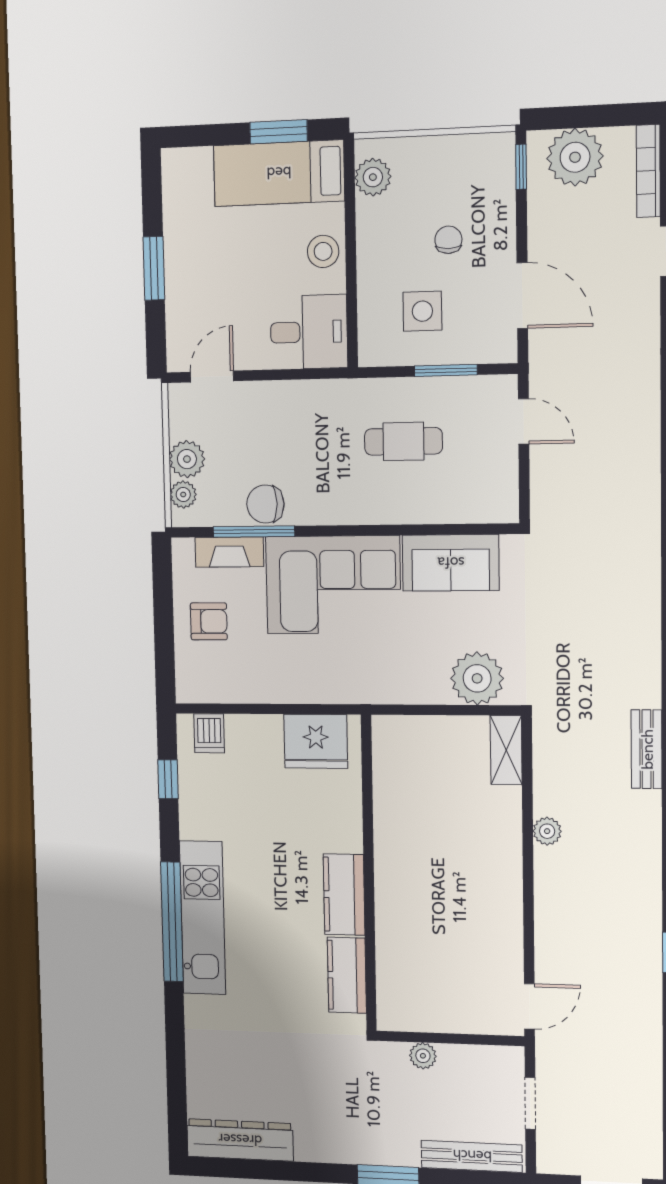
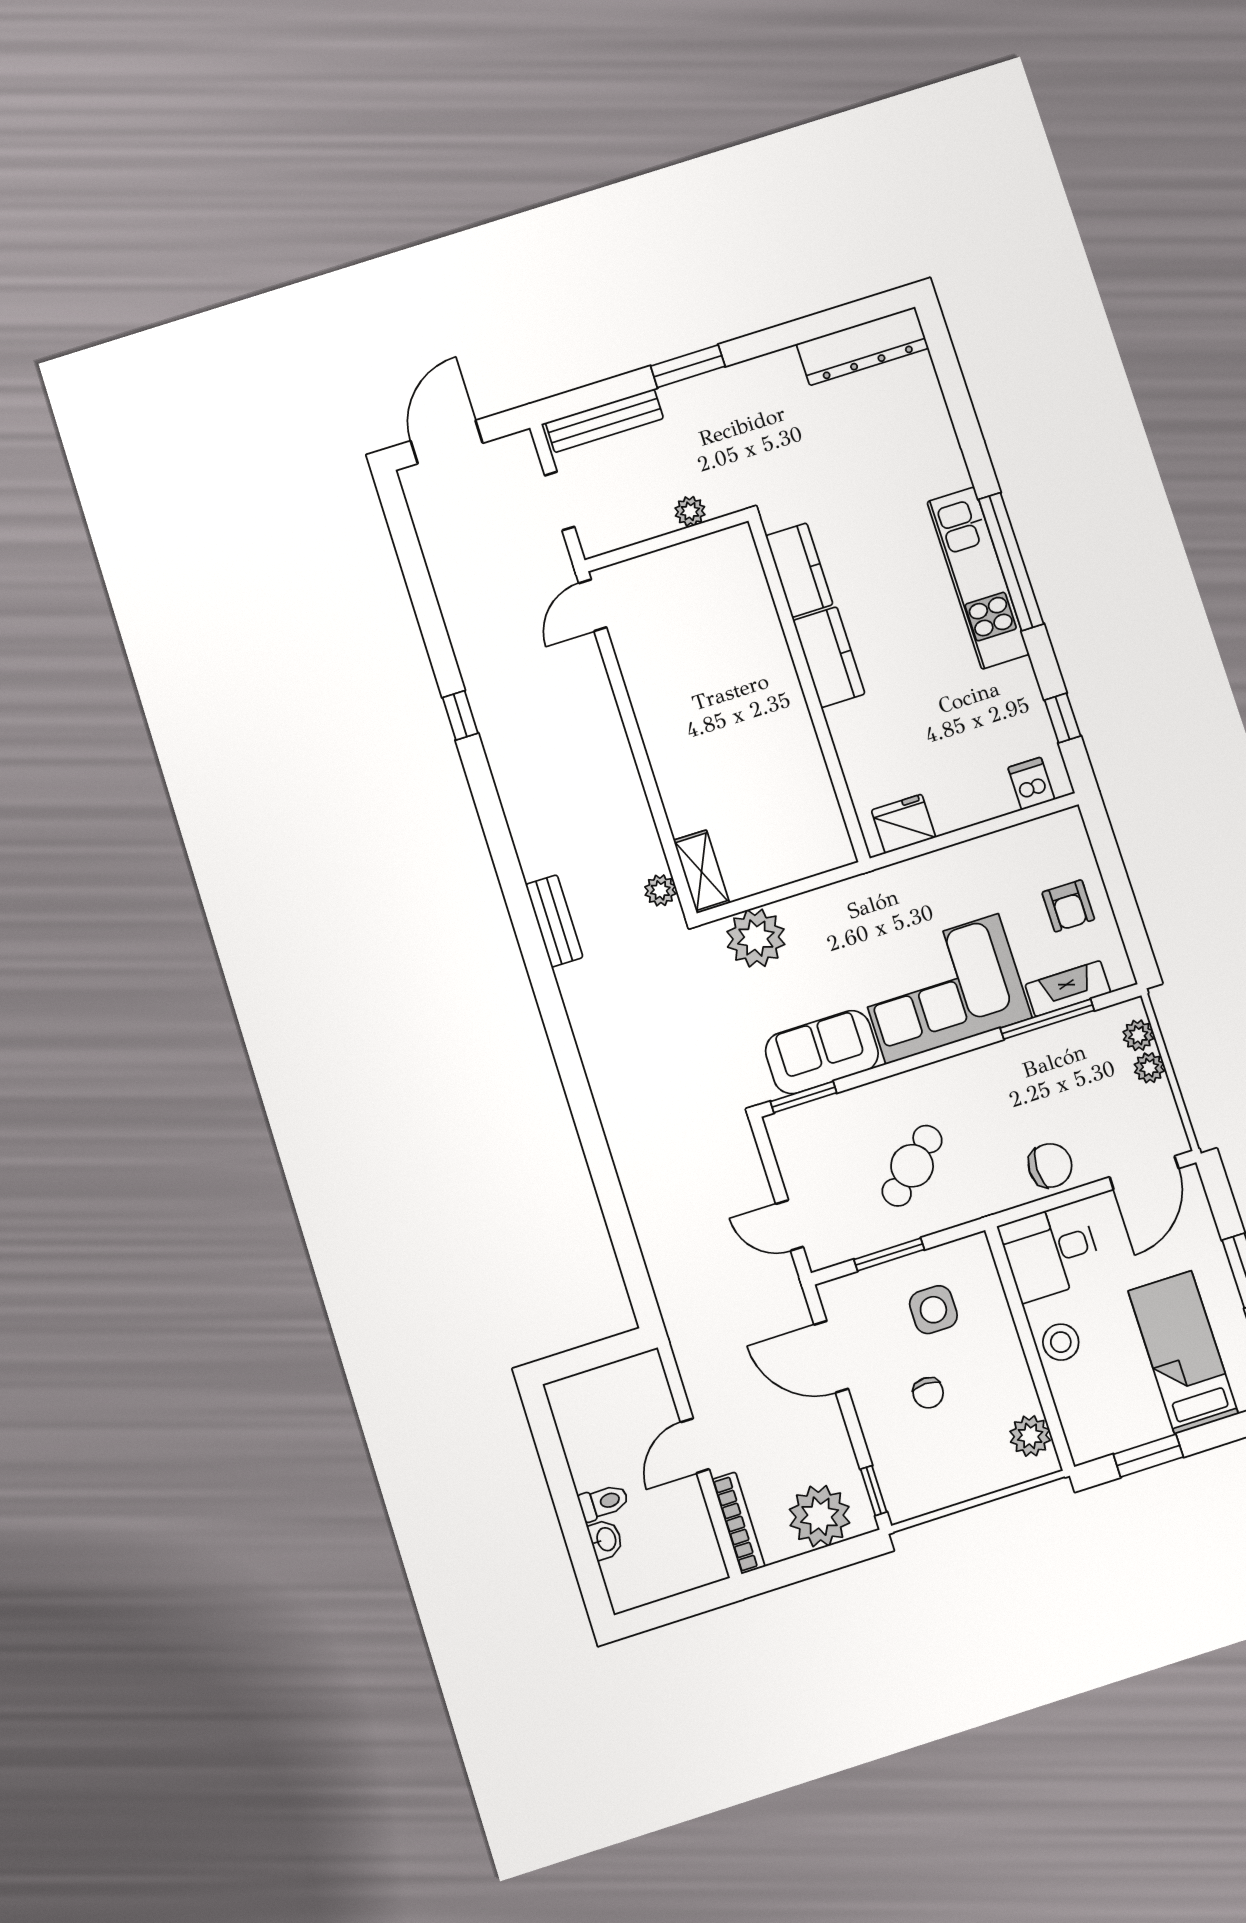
bed: (279, 173) -> (1183, 1352), moved, turned -90
door: (212, 377) -> (1144, 1173), width x1.38
cafe table: (403, 441) -> (912, 1166), turned -42
plant: (187, 459) -> (1149, 1068), width x0.73, depth x0.73
chair: (265, 504) -> (1050, 1165), moved
window: (478, 529) -> (803, 1097), added
armchair: (209, 621) -> (1068, 906), turned -90
fridge: (316, 741) -> (904, 824), width x0.73, depth x0.75
plant: (547, 831) -> (660, 890), moved

